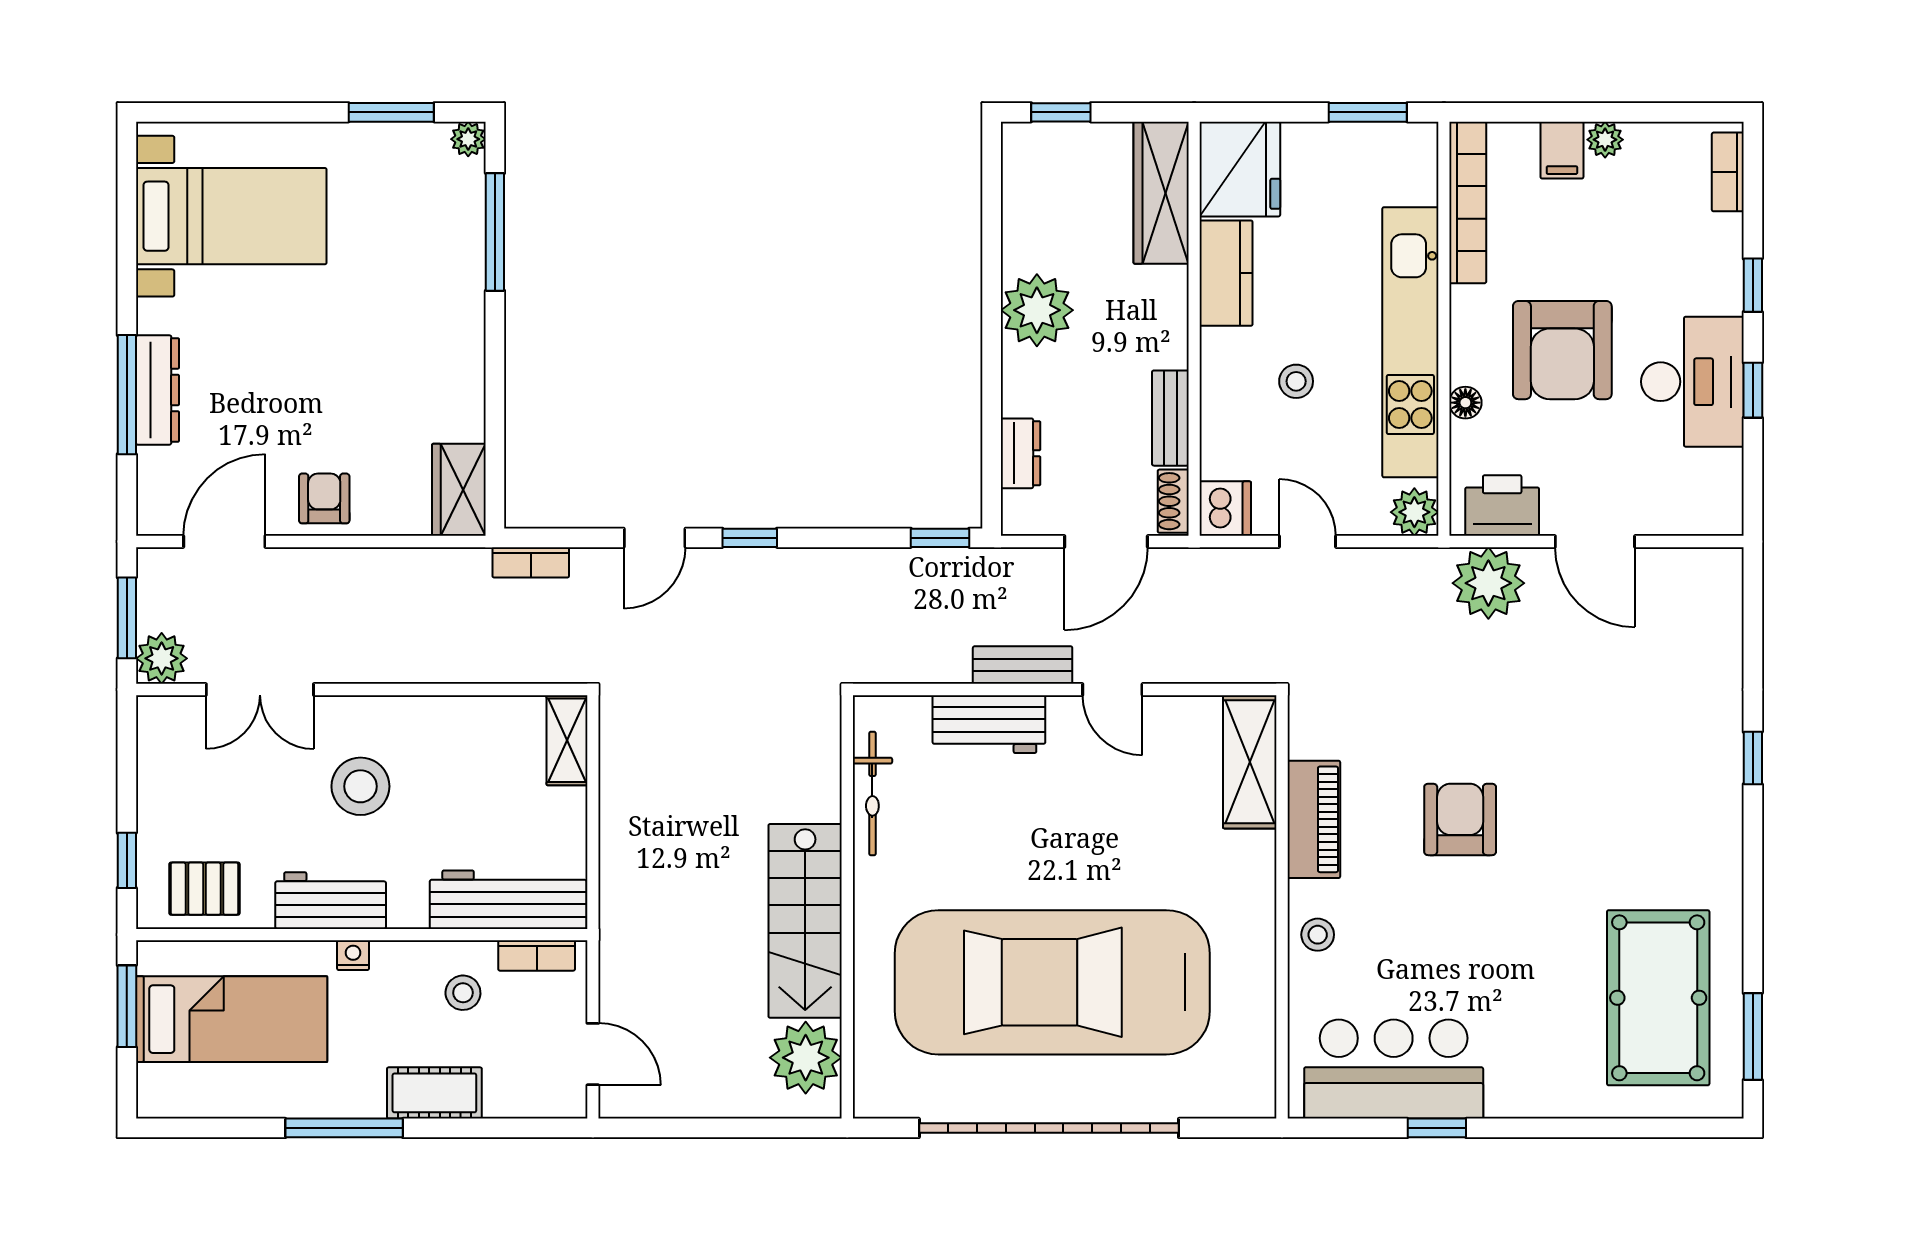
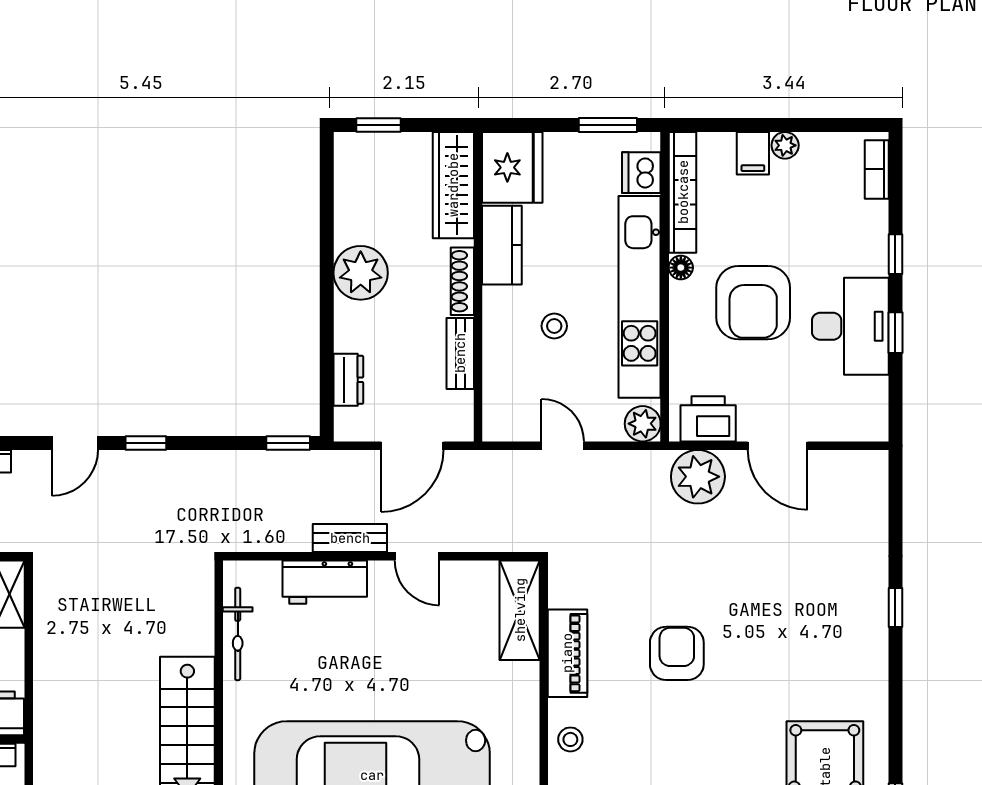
floor lamp: (1465, 403) -> (681, 268), moved
shoe rack: (1173, 501) -> (462, 281), moved, width x1.43
dishwasher: (1225, 509) -> (641, 173), moved, turned 180

